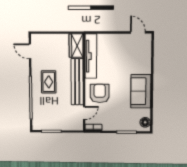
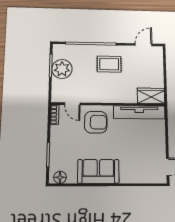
bench: (77, 82) -> (109, 96), removed
plant: (54, 122) -> (62, 69), added

